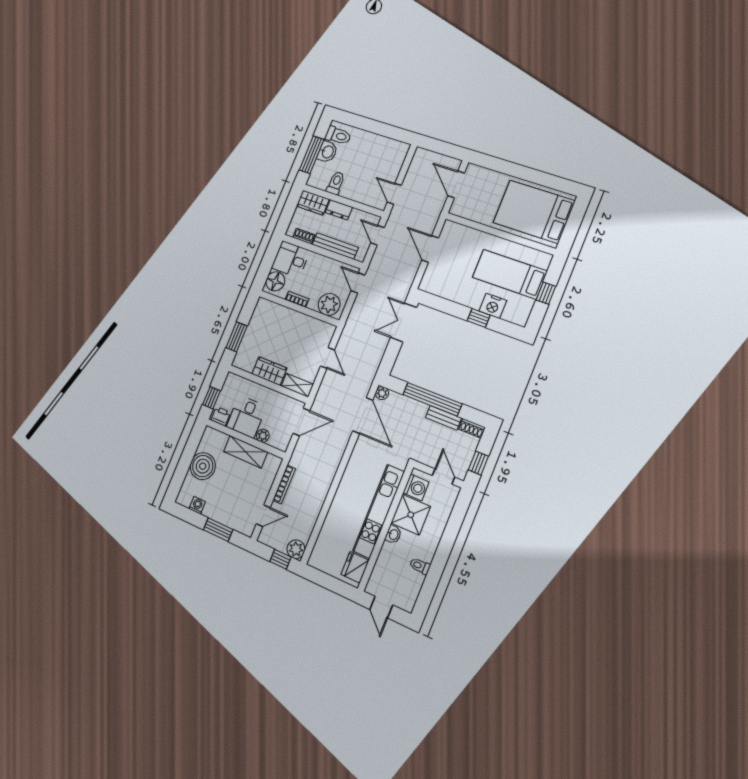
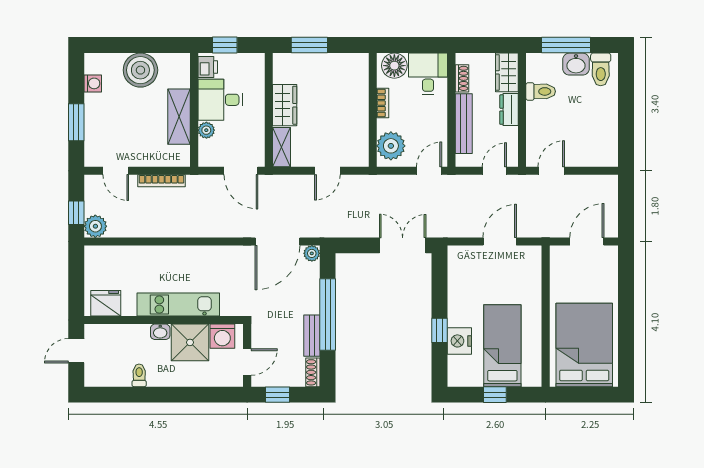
kitchen unit: (379, 511) -> (178, 305), width x0.73

